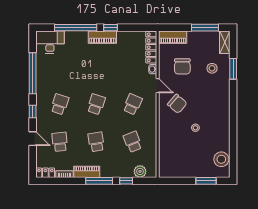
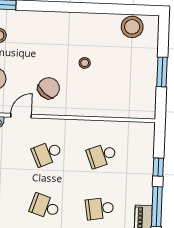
school desk: (133, 104) -> (47, 153), turned -48
plant: (140, 171) -> (145, 146), removed
window: (206, 181) -> (162, 72), moved

